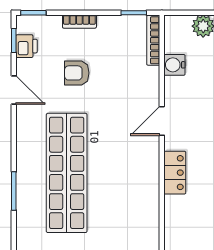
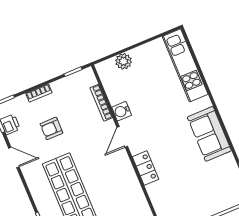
bookcase: (153, 40) -> (101, 103), moved
water cooler: (174, 65) -> (122, 111), moved

